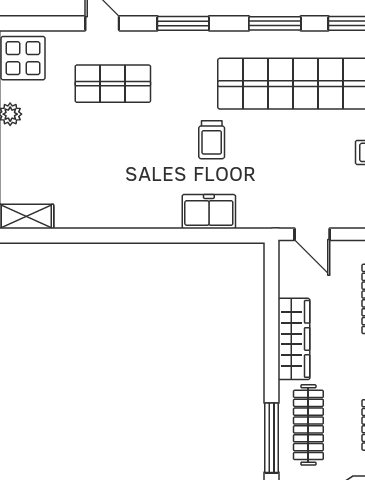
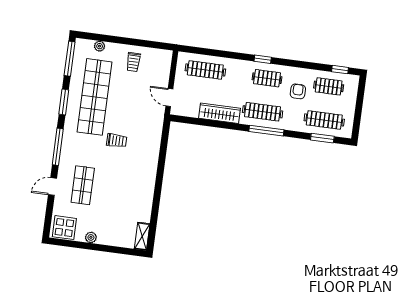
window: (183, 23) -> (58, 147), width x1.44
freezer: (209, 212) -> (152, 147), removed
door: (312, 234) -> (169, 97), swing flipped

